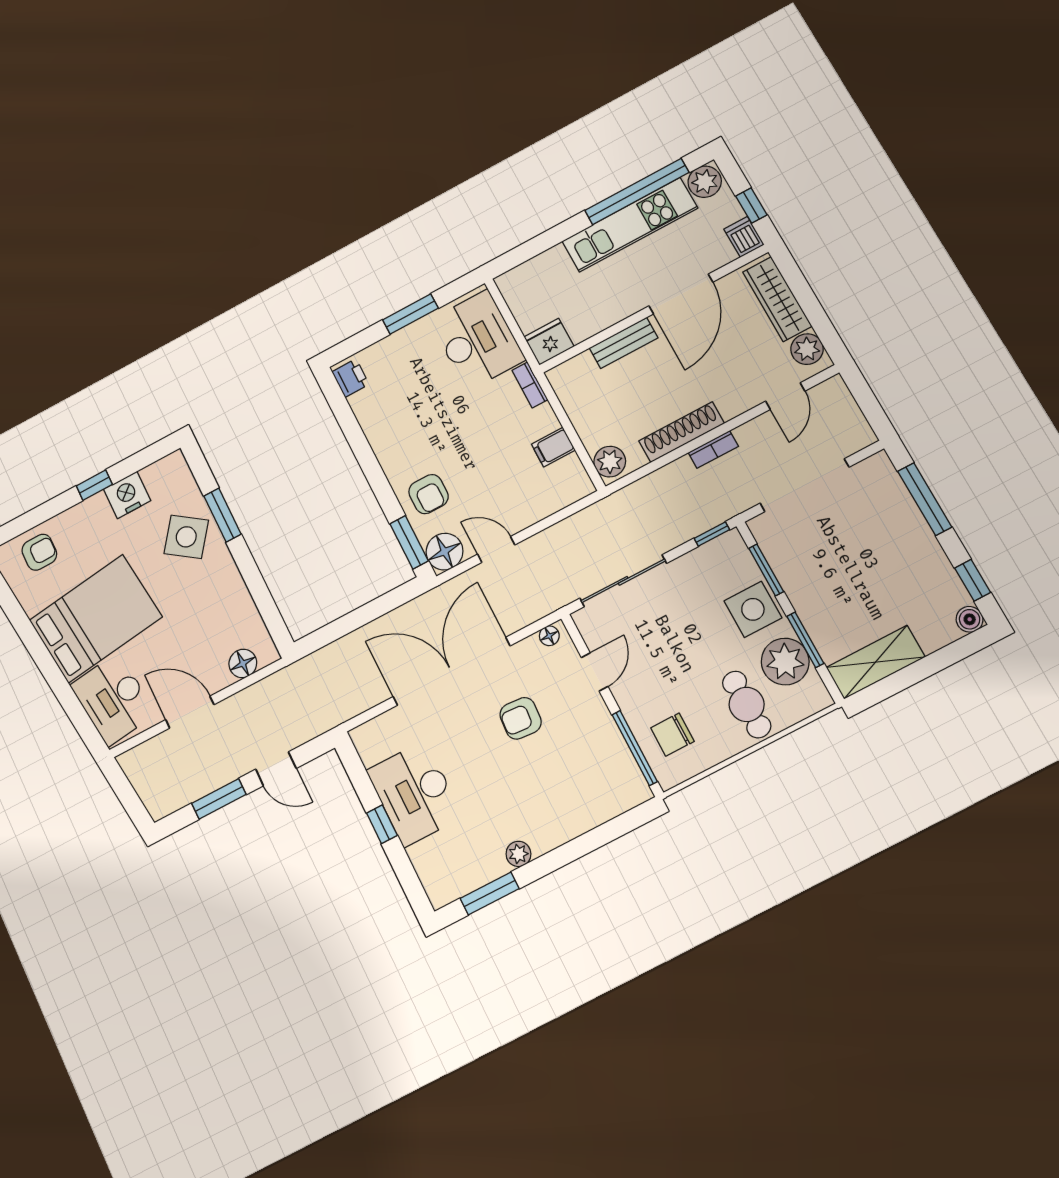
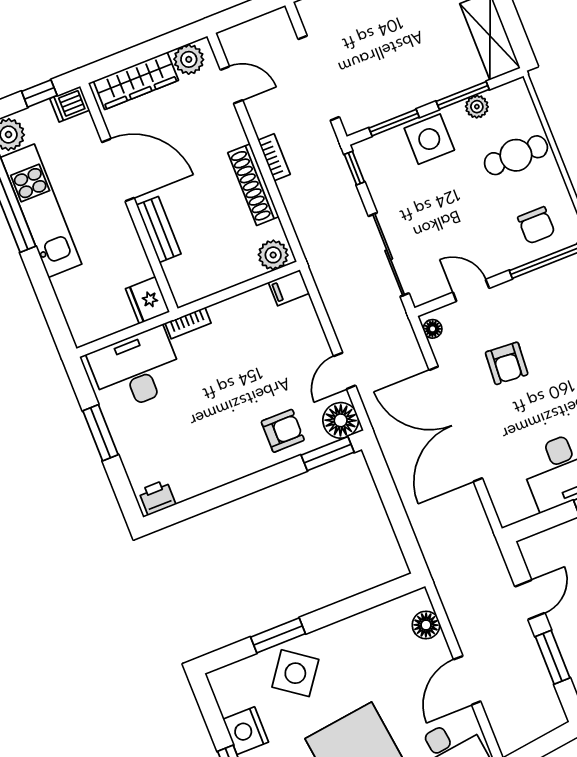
filing cabinet: (553, 447) -> (289, 288), moved, turned 90
plant: (785, 662) -> (477, 107), width x0.53, depth x0.53

